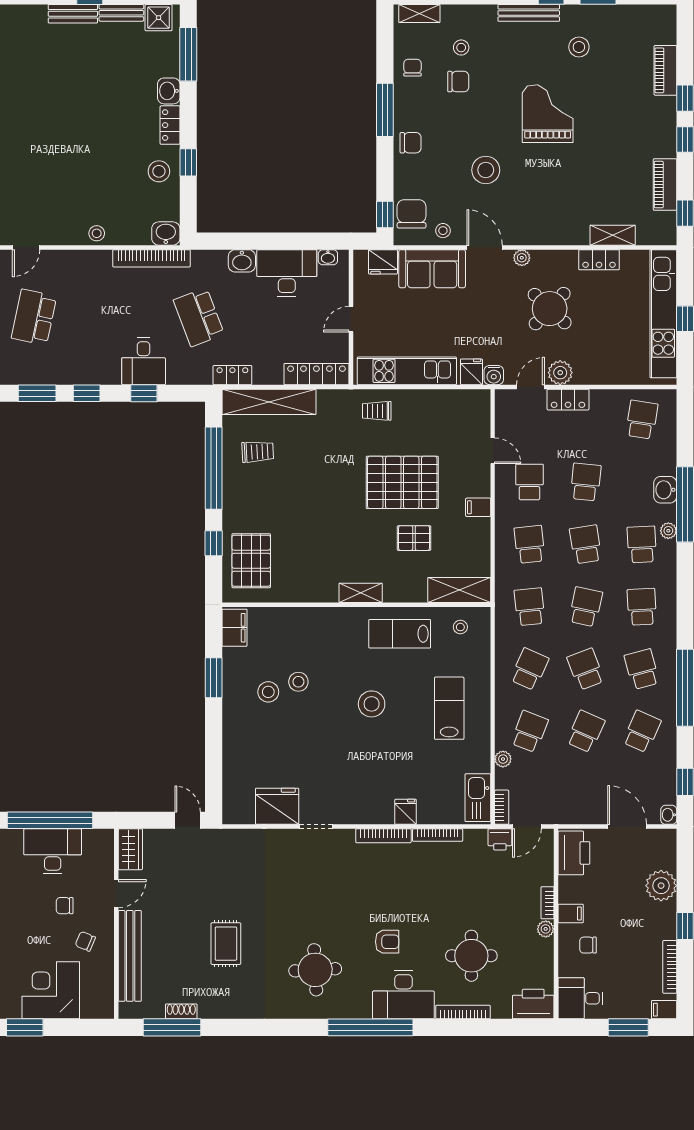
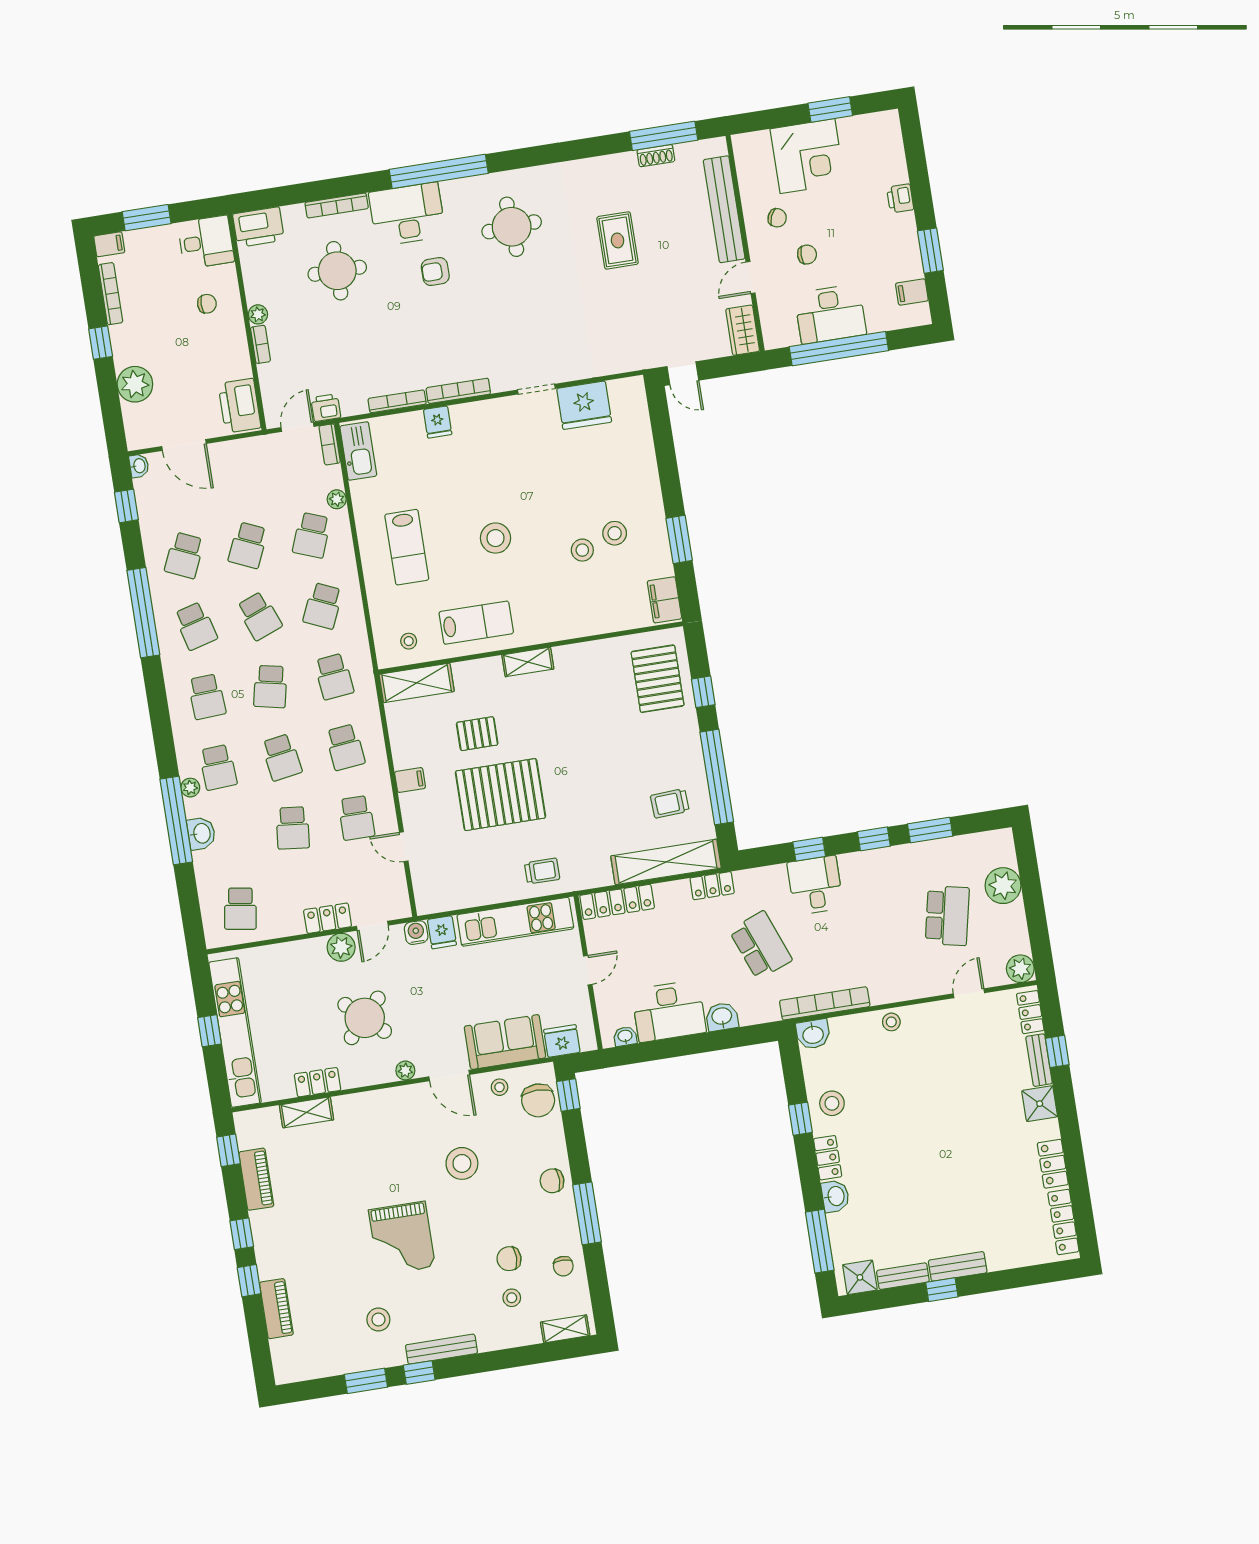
filing cabinet: (571, 914) -> (232, 336), removed

